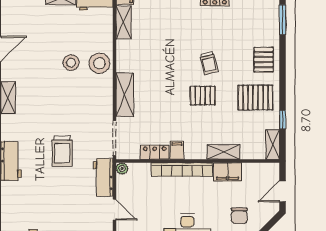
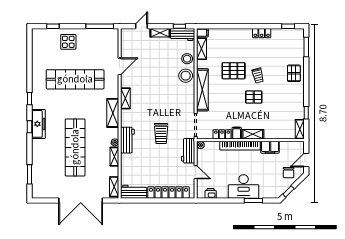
stool: (71, 63) -> (187, 59), moved
shelving: (125, 95) -> (202, 90), width x1.47
pallet: (255, 98) -> (234, 71), moved
shelving: (223, 152) -> (253, 134), moved
chair: (239, 216) -> (289, 173), moved

